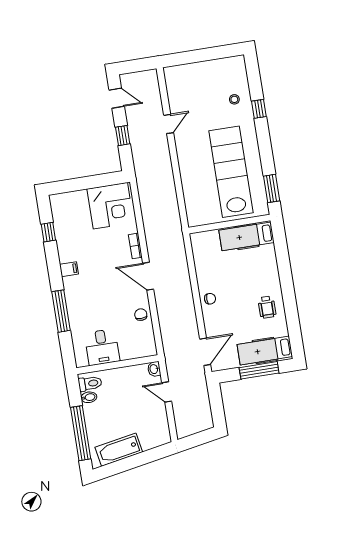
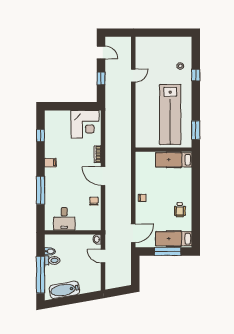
lab bench: (231, 172) -> (170, 114), turned 180
toilet: (90, 384) -> (52, 260), moved

